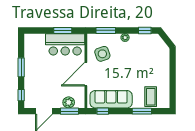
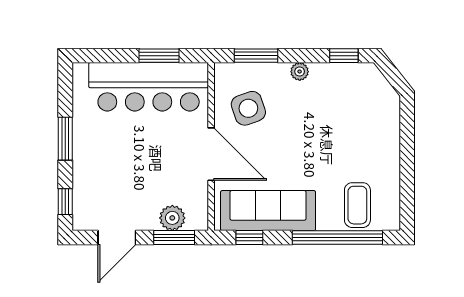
bar counter: (65, 44) -> (149, 87), width x1.36
door: (86, 74) -> (211, 154), swing flipped
window: (142, 111) -> (337, 238), width x2.11

